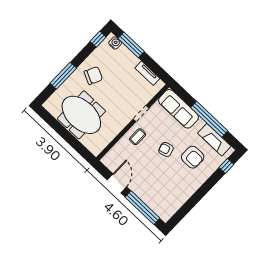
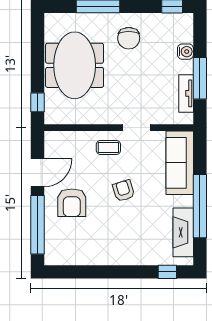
water cooler: (115, 43) -> (185, 52), moved
window: (131, 45) -> (200, 78), moved
chair: (93, 76) -> (129, 38), turned 64
window: (82, 150) -> (38, 102), added
armchair: (193, 157) -> (72, 203), moved

